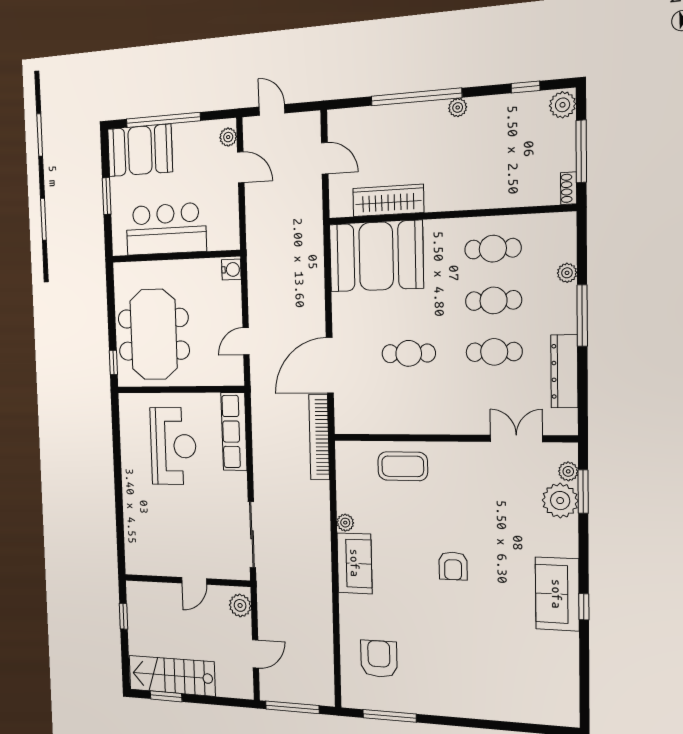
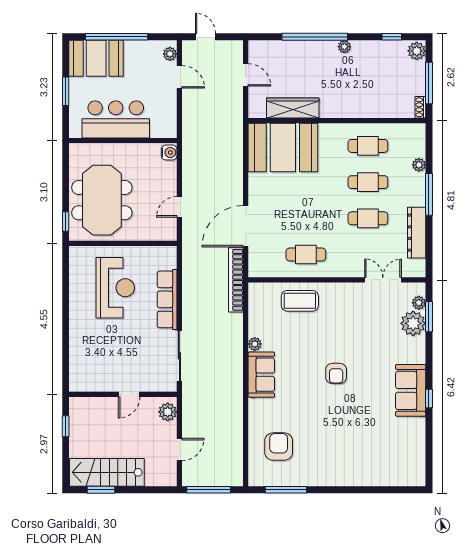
cafe table: (409, 353) -> (306, 255), moved
row of seats: (234, 432) -> (167, 299), moved

